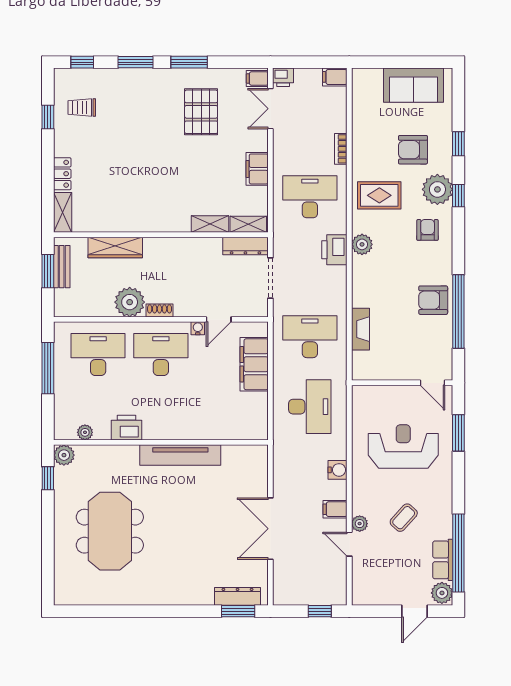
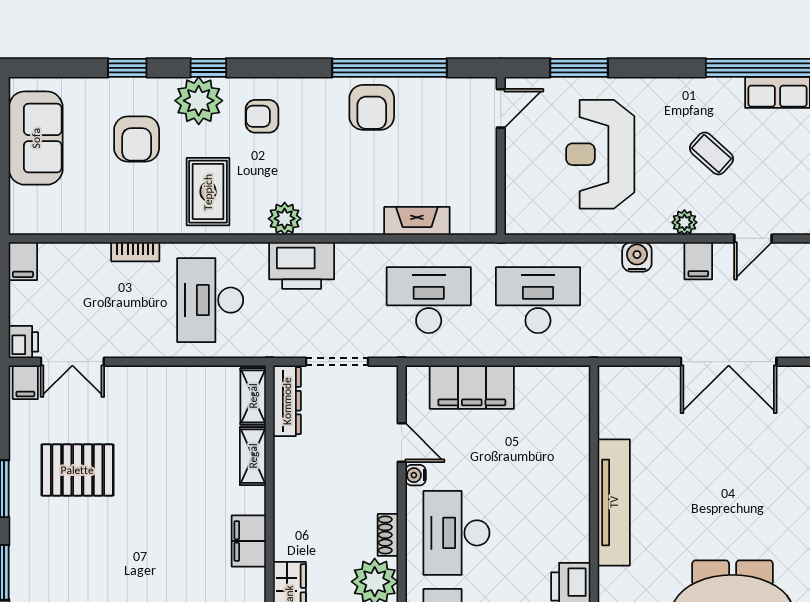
filing cabinet: (257, 169) -> (249, 541), moved, turned 90
printer: (334, 250) -> (302, 265), width x1.37, depth x1.19
desk: (310, 337) -> (429, 300), turned 90
plant: (360, 524) -> (684, 222), moved

